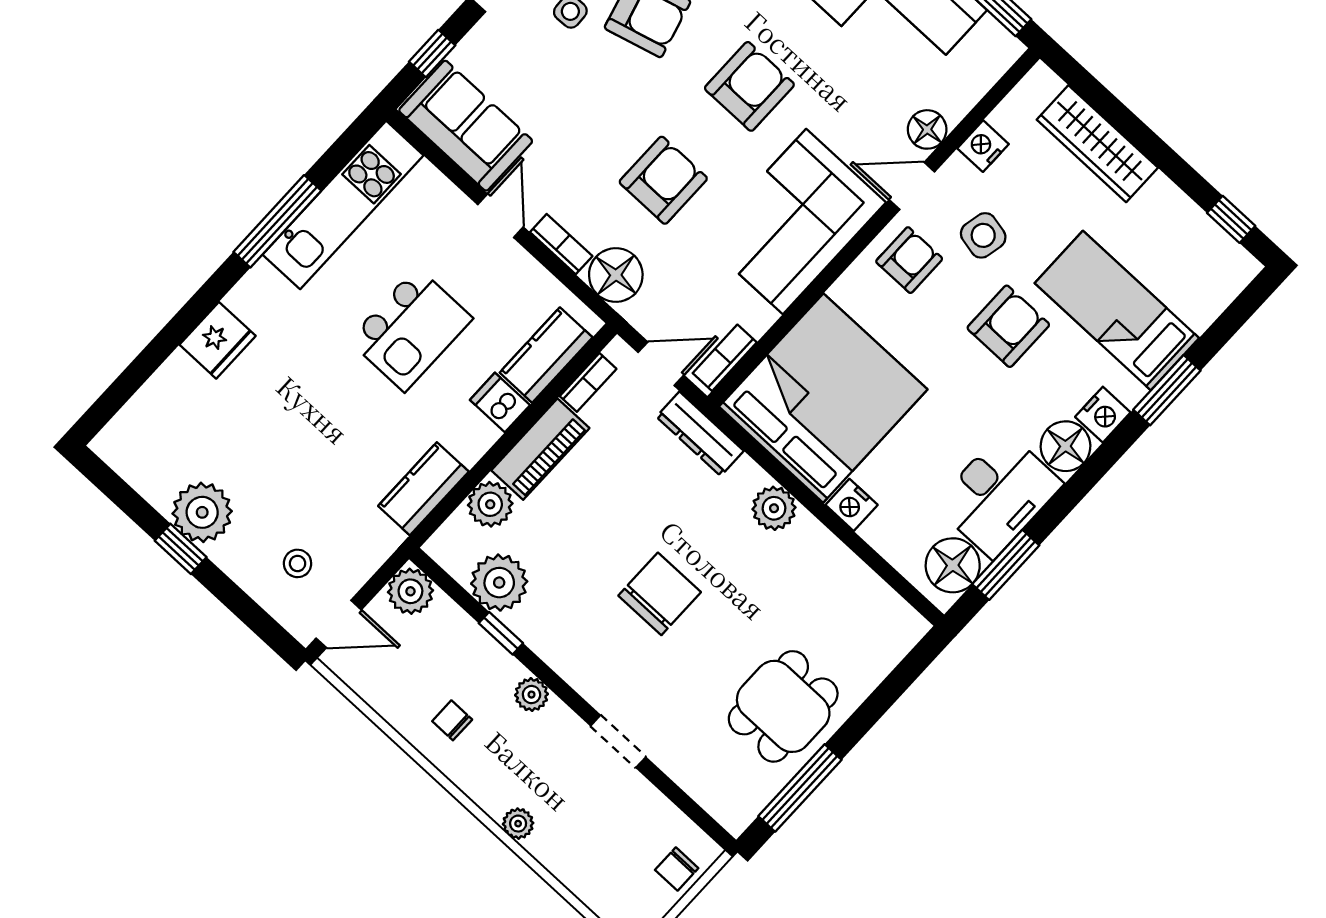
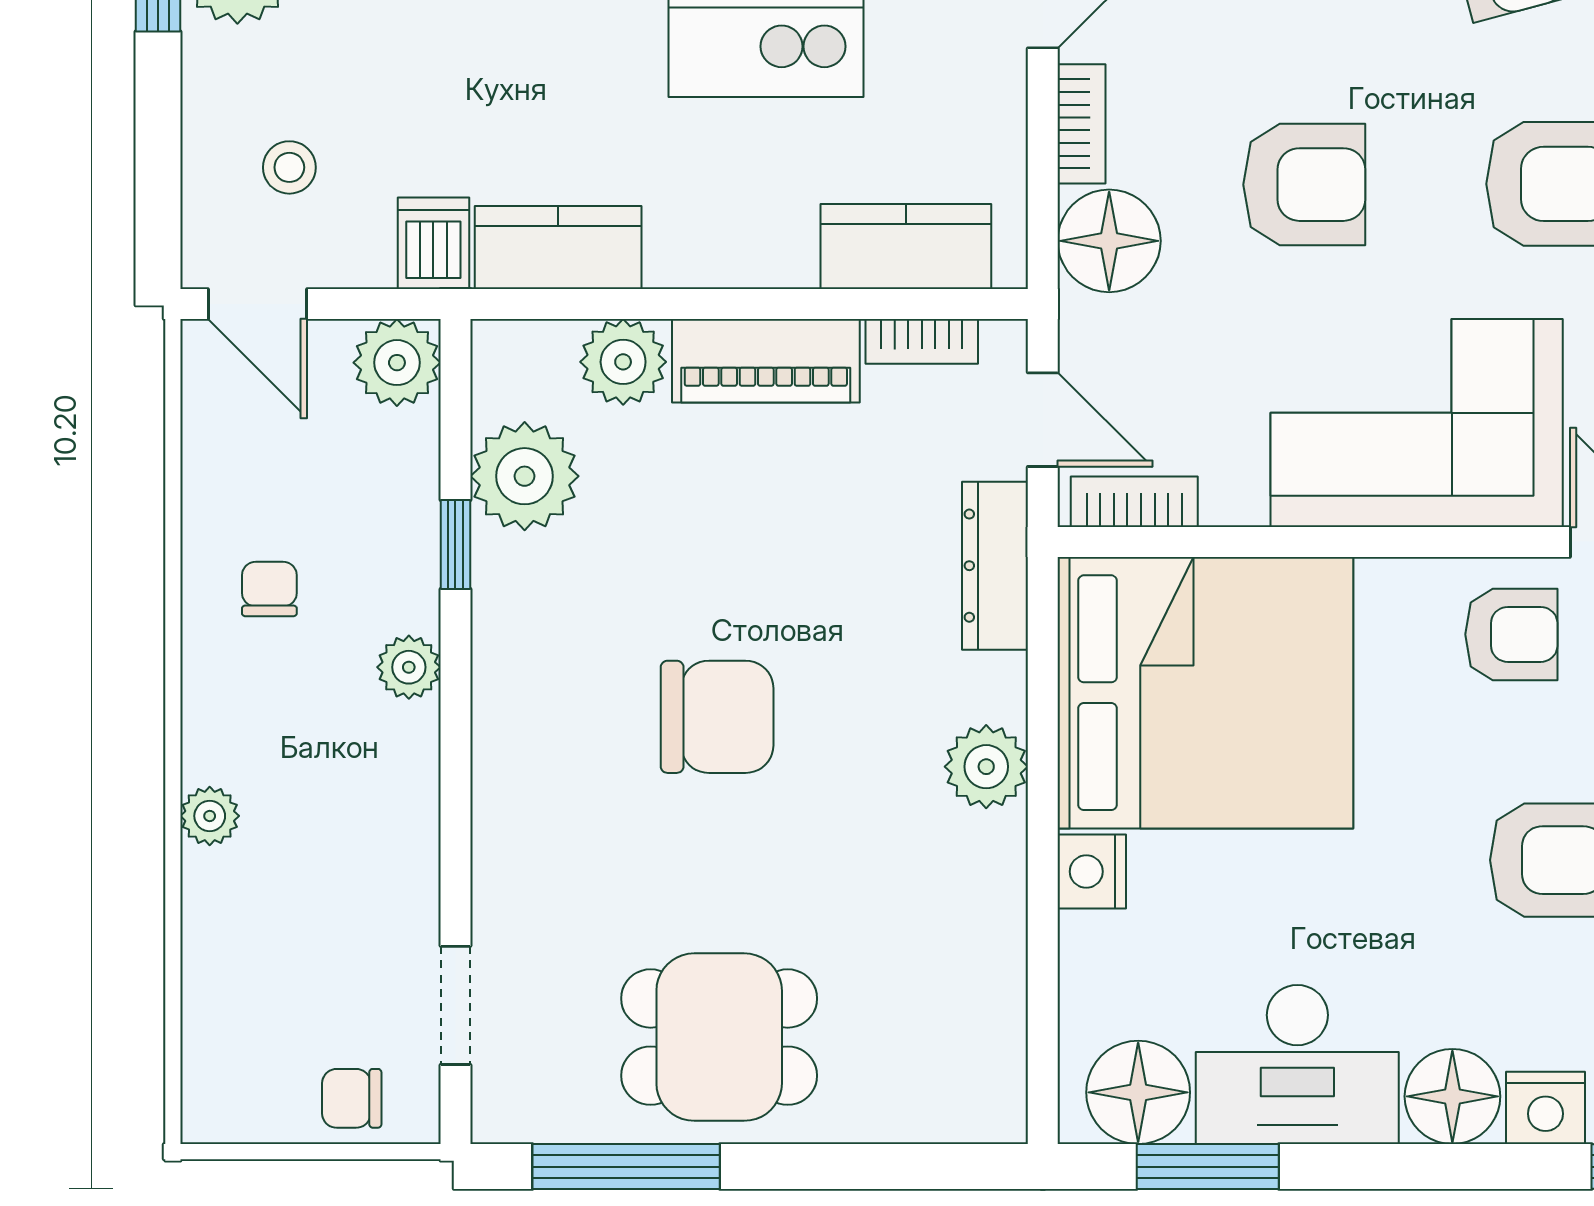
dishwasher: (500, 402) -> (433, 243), moved
doorway: (618, 741) -> (455, 1005), moved

